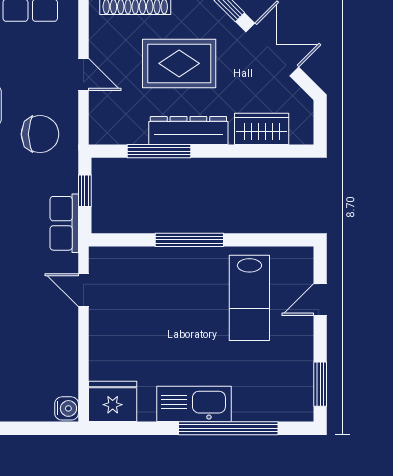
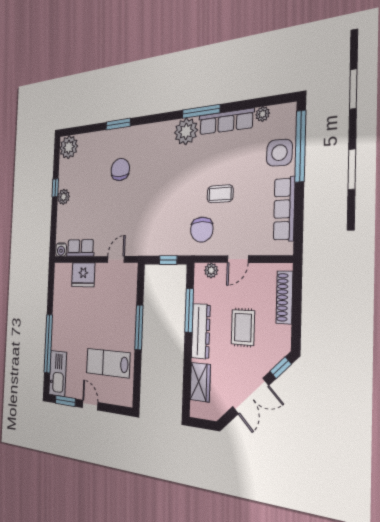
rug: (179, 63) -> (243, 328), width x0.73, depth x0.70
plant: (100, 116) -> (211, 270), added
row of seats: (64, 223) -> (80, 248), moved
door: (320, 300) -> (90, 405), moved
fridge: (113, 401) -> (83, 275), moved, turned 90
kitchen sink: (194, 404) -> (58, 373), moved

